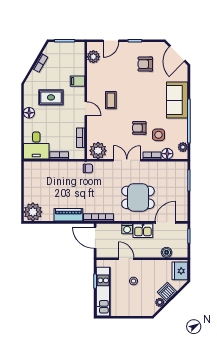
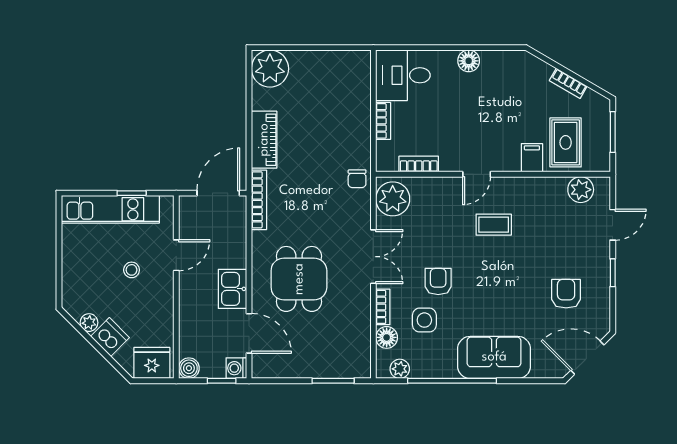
door: (111, 41) -> (613, 225), swing flipped
rug: (51, 97) -> (566, 142), moved
washing machine: (127, 229) -> (236, 368), moved
boiler: (167, 252) -> (189, 368), moved

